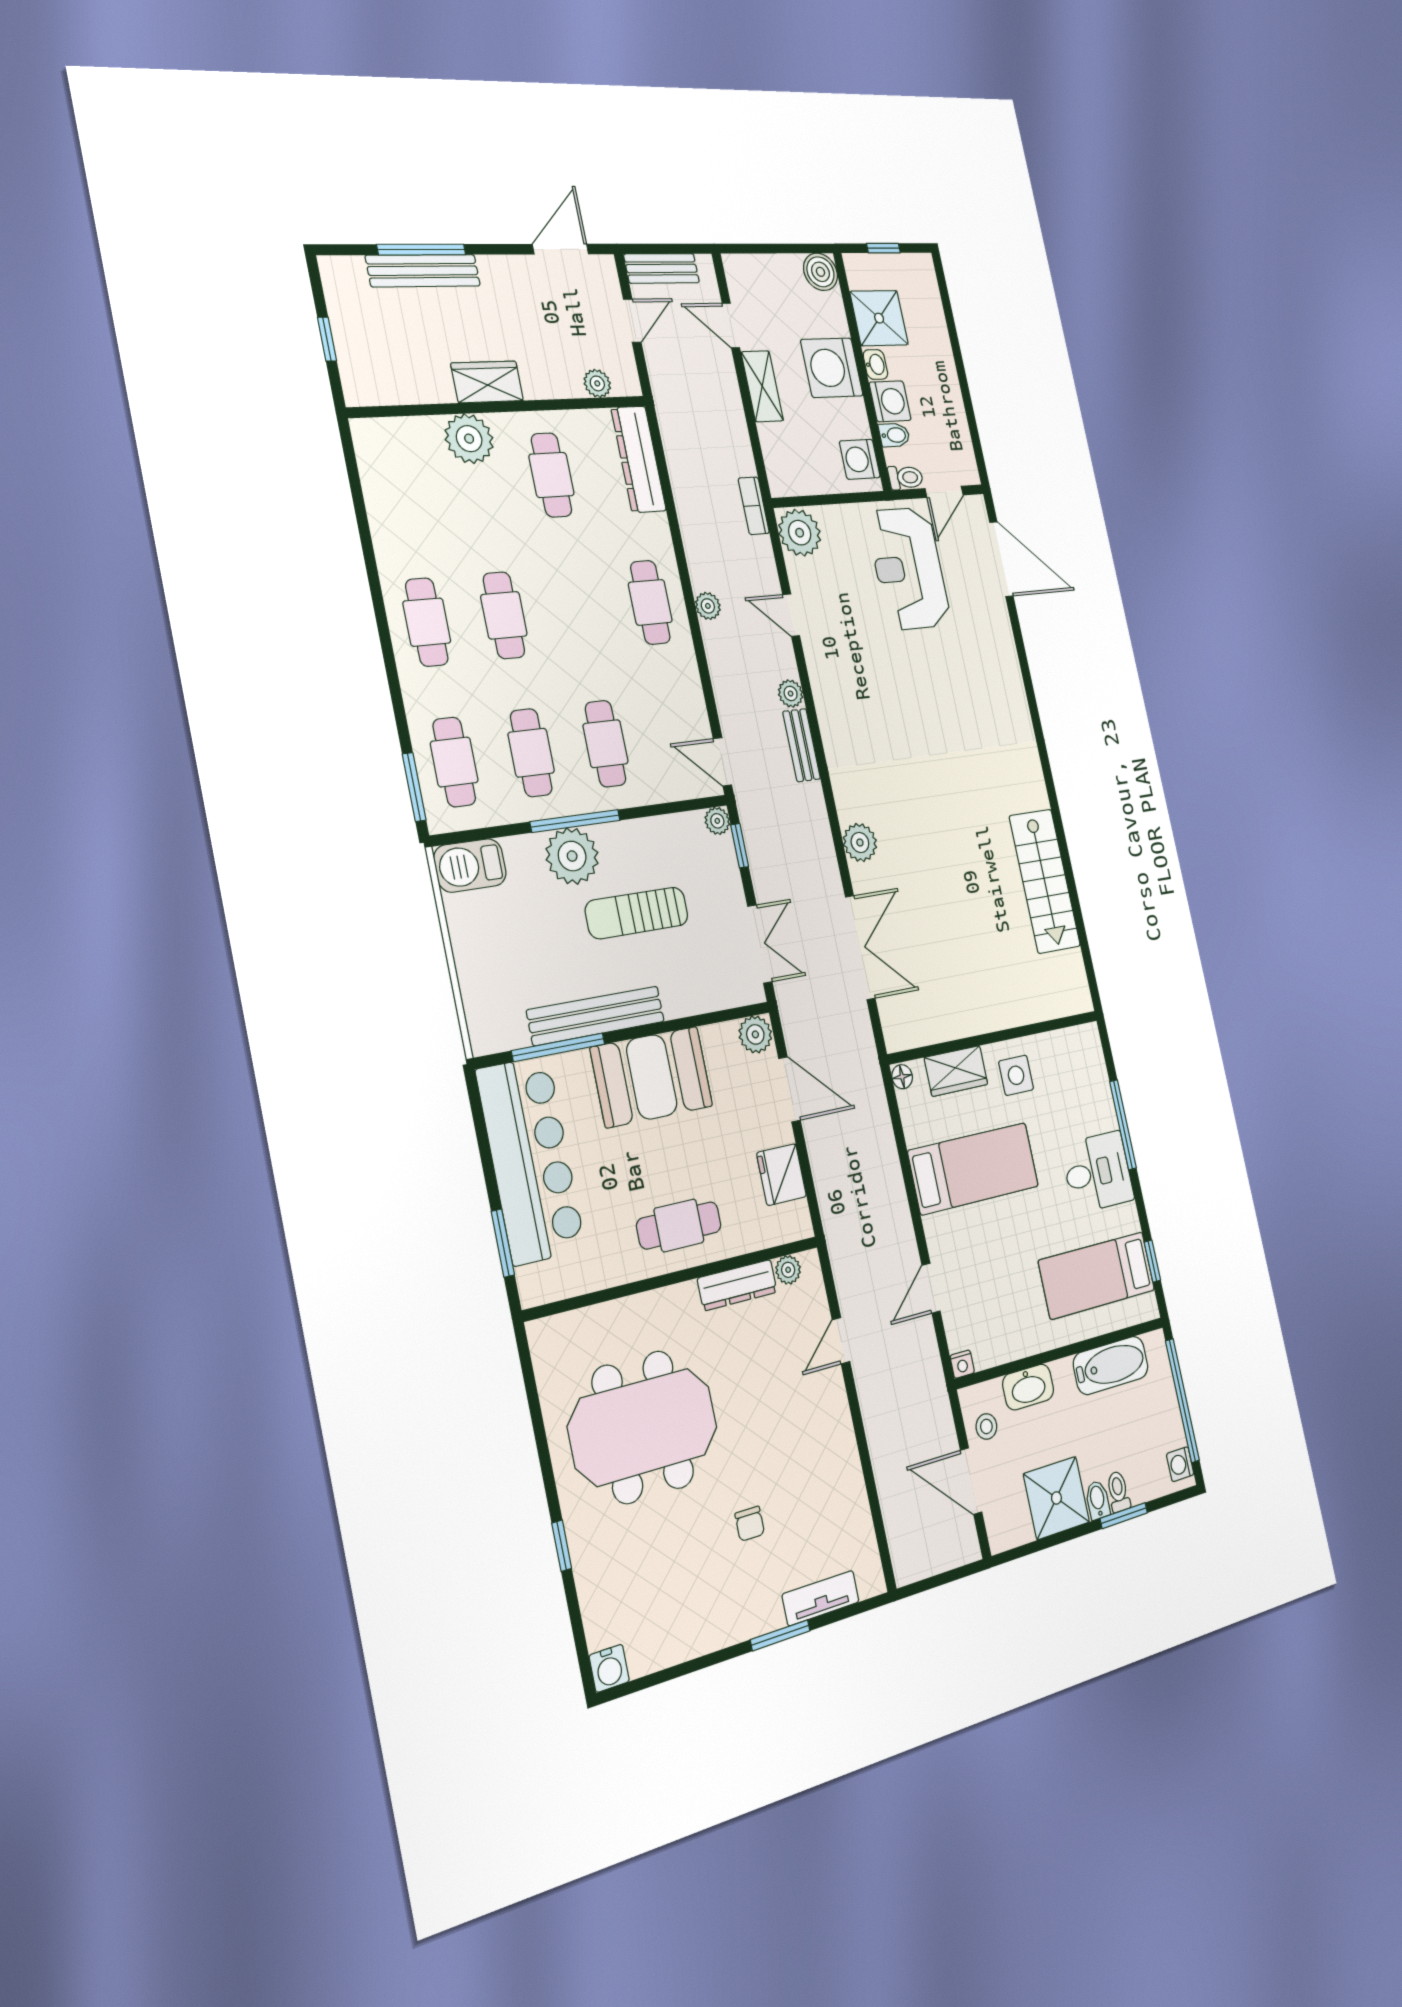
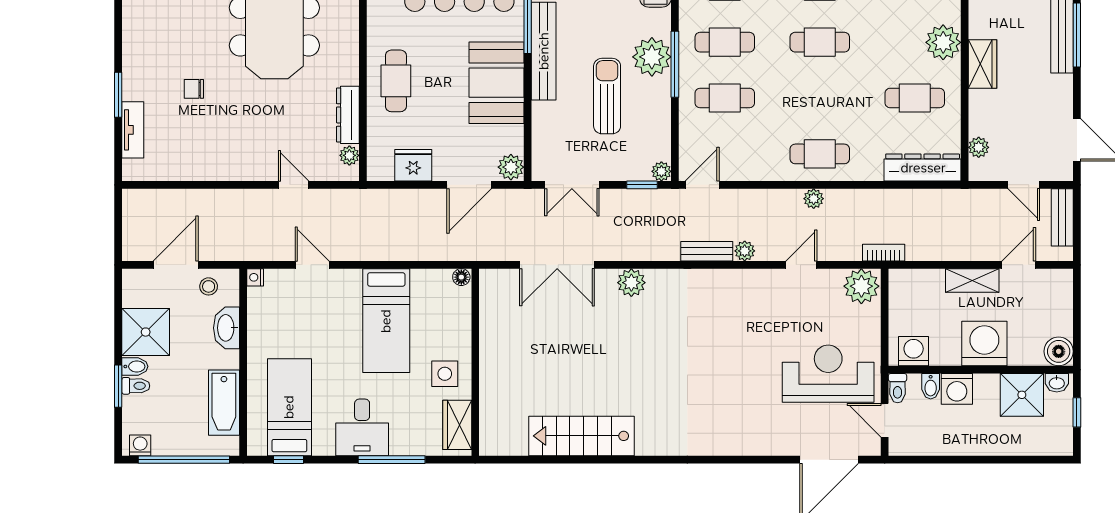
washbasin: (875, 364) -> (1057, 383), moved
wardrobe: (956, 1071) -> (457, 425), moved

